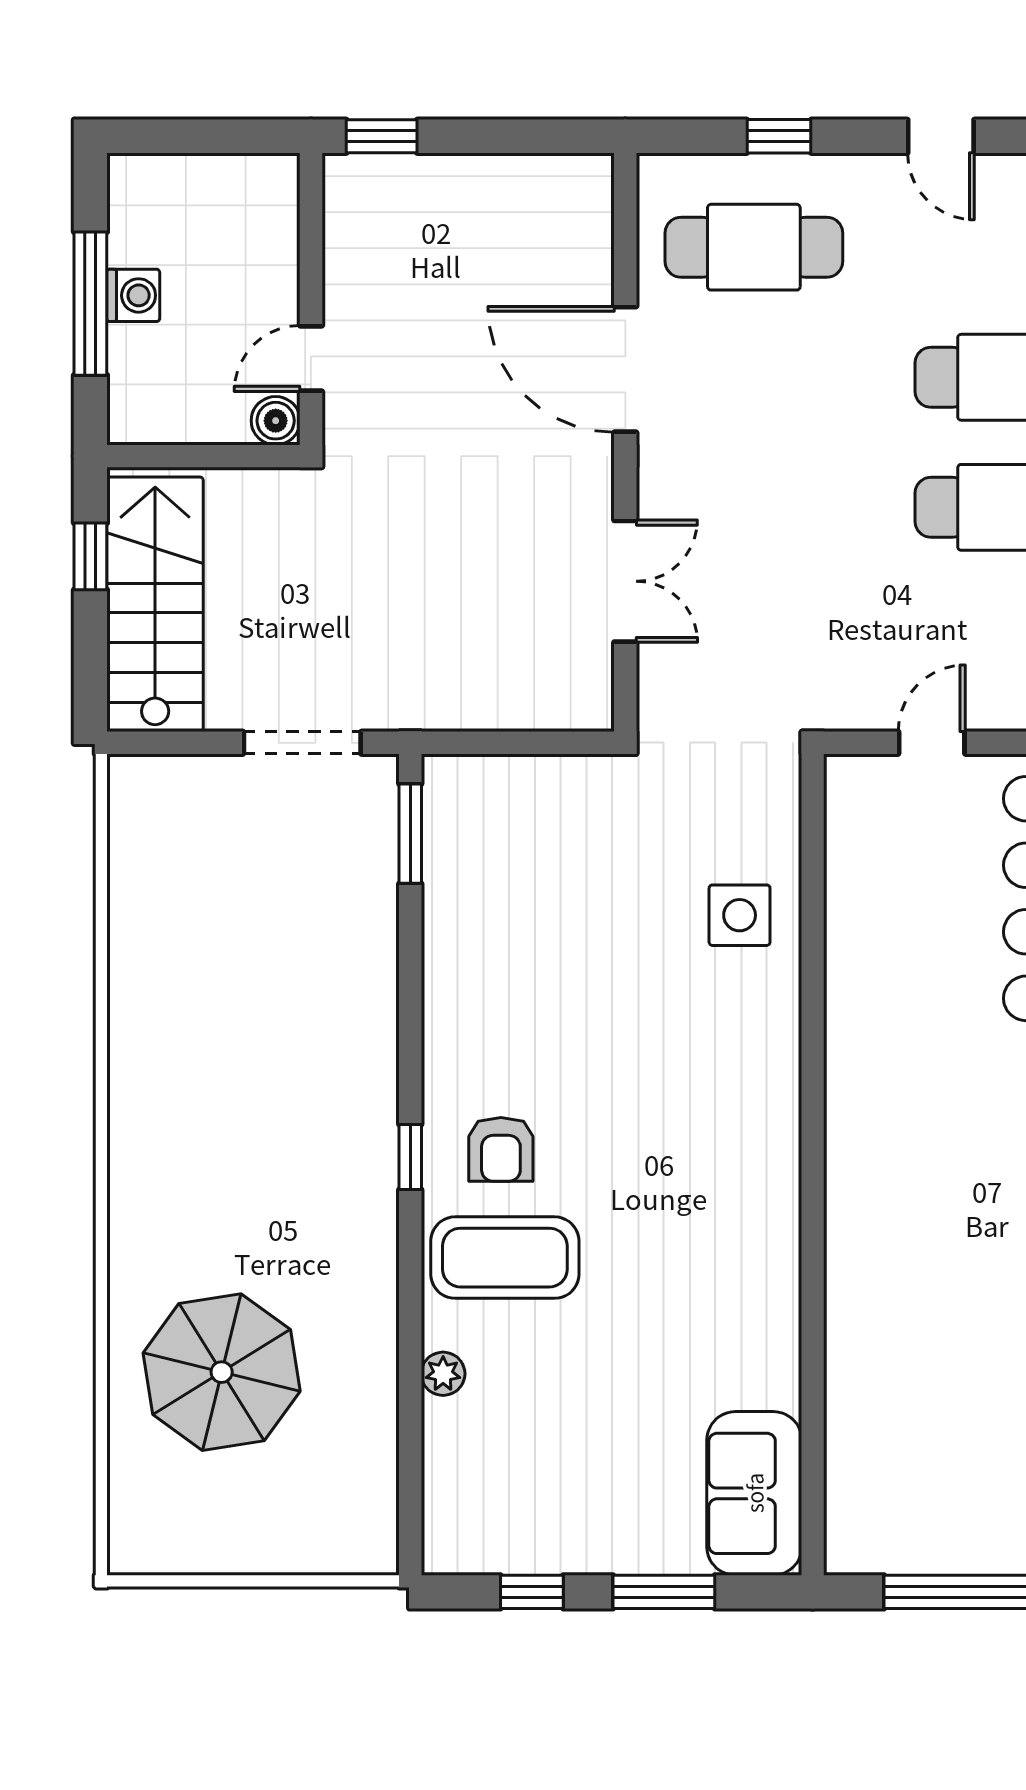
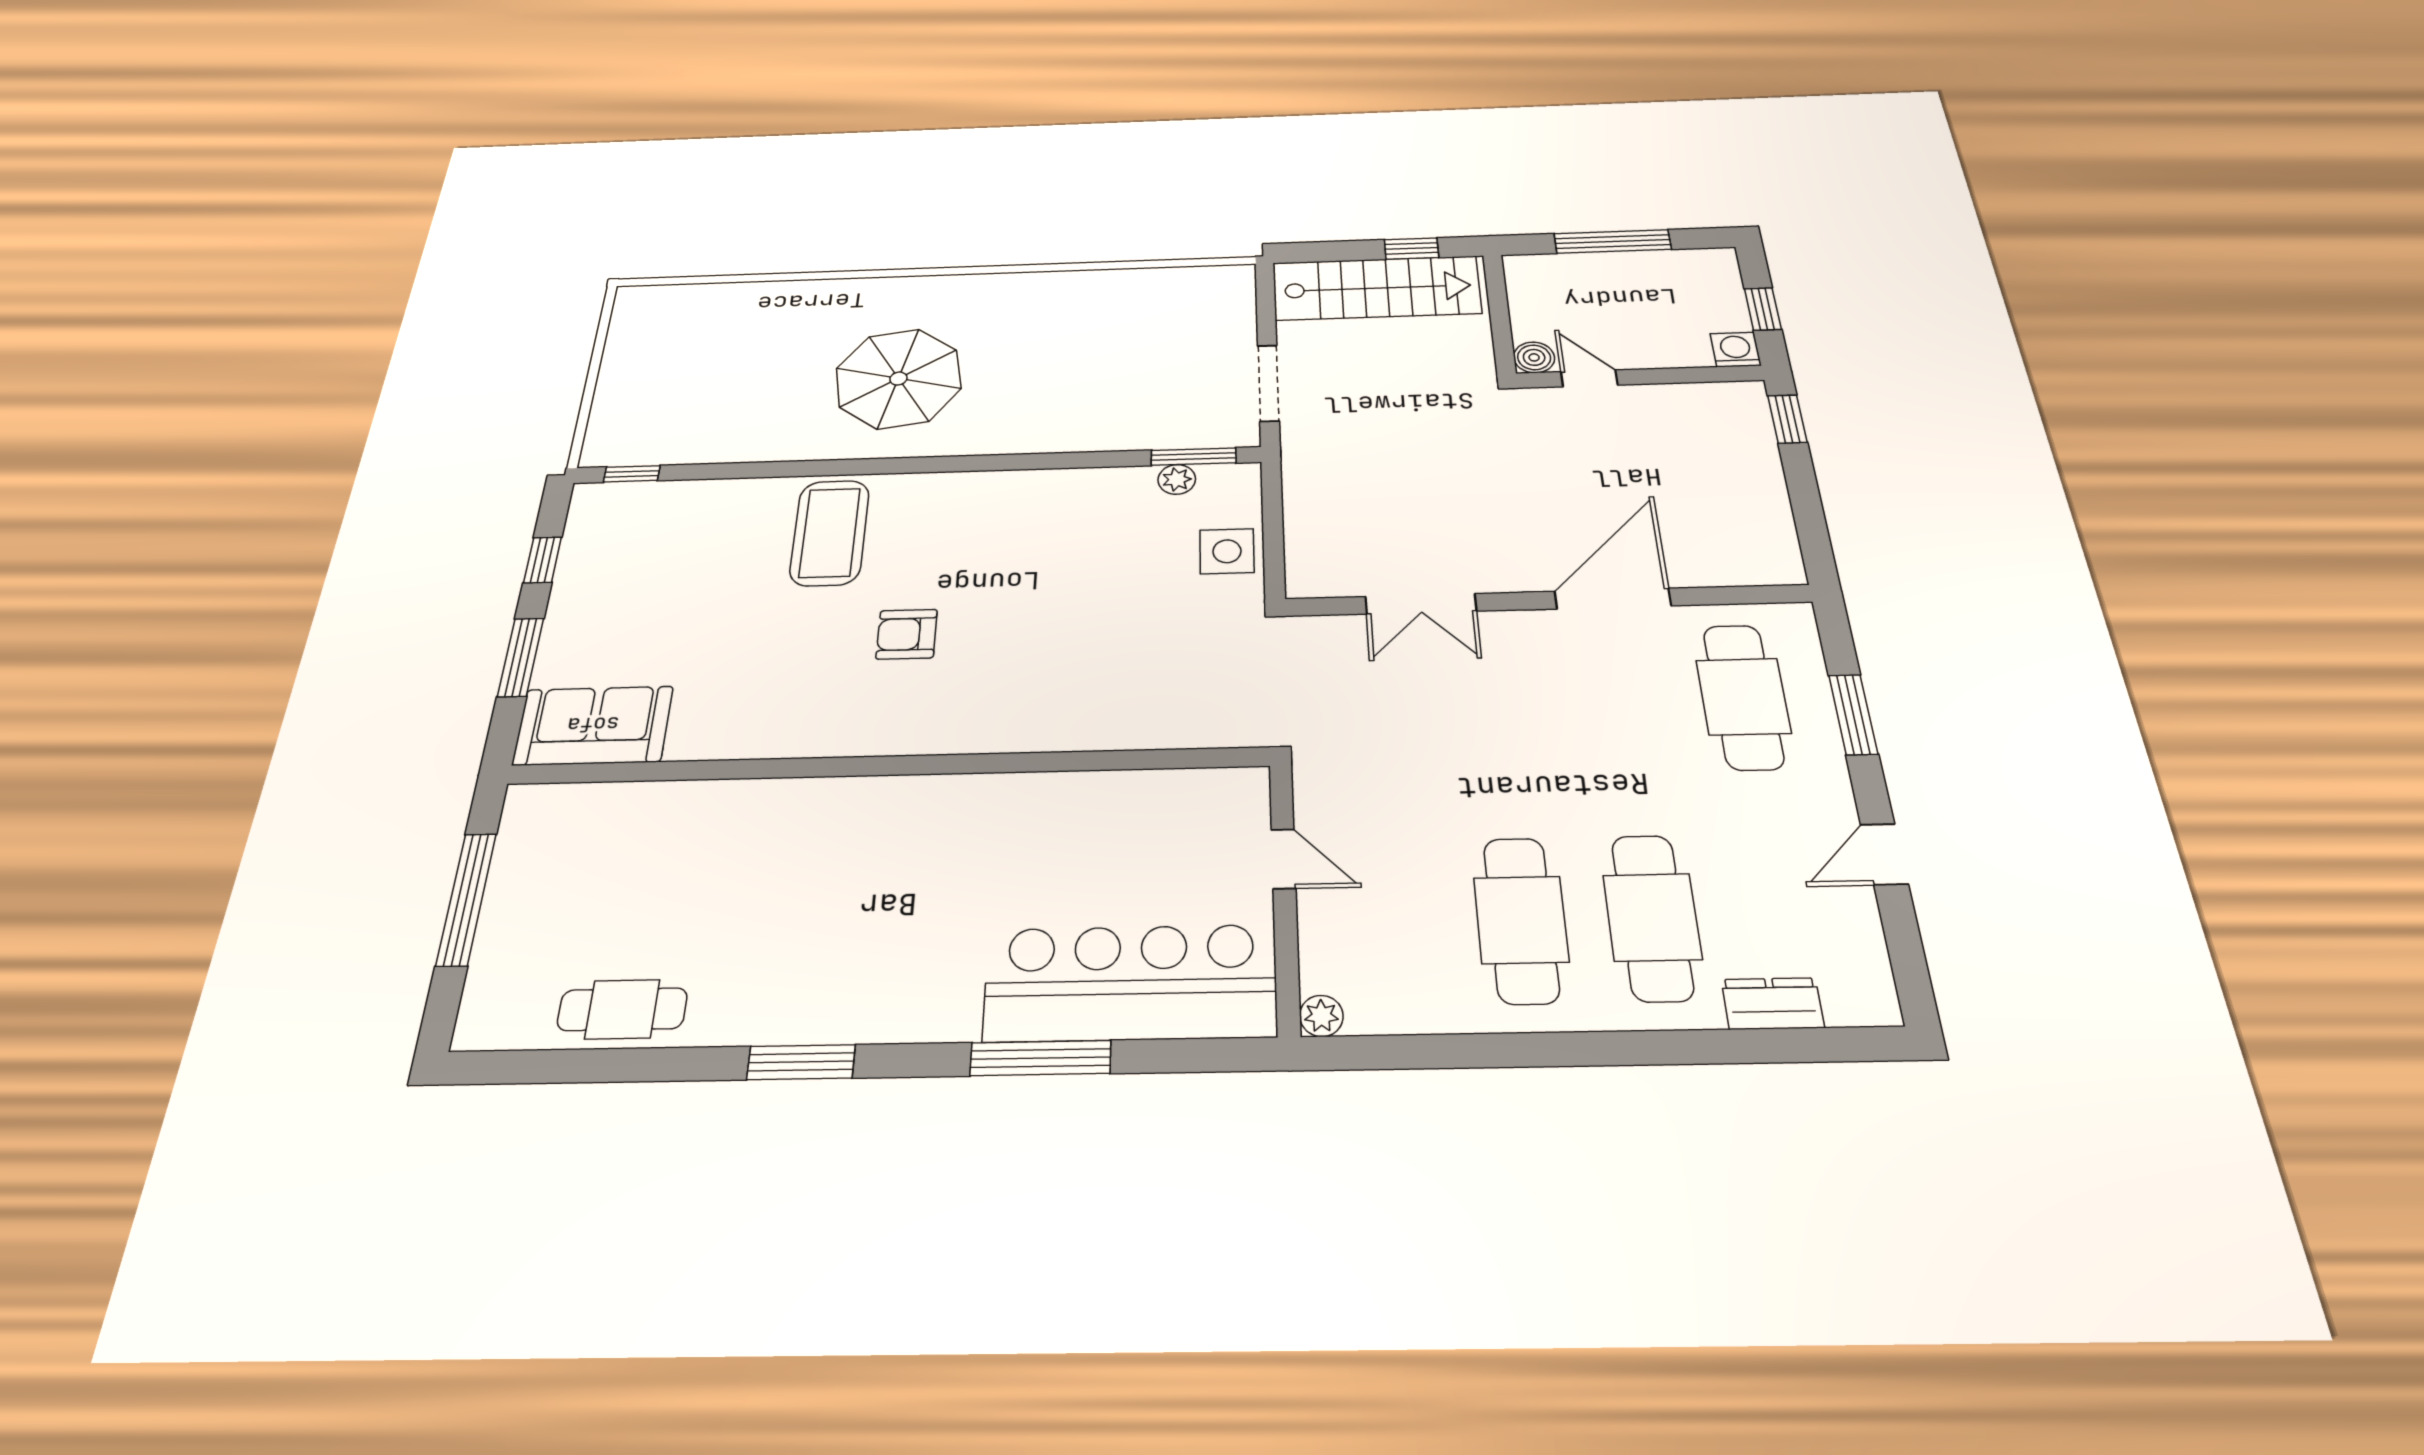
window: (211, 136) -> (1763, 309), added
window: (779, 136) -> (1853, 714), width x1.50
washing machine: (133, 295) -> (1736, 350), moved, turned 180
side table: (740, 915) -> (1227, 551), moved
armchair: (501, 1149) -> (907, 634), moved
window: (410, 1157) -> (632, 474), moved
parasol: (222, 1372) -> (898, 378), moved
plant: (443, 1374) -> (1177, 479), moved

